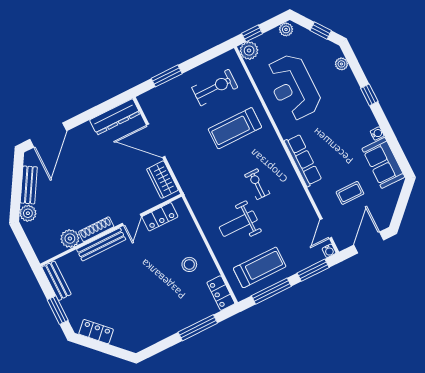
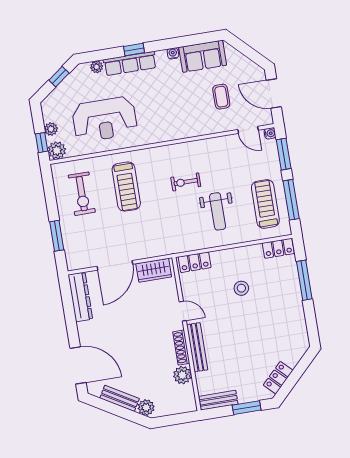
plant: (286, 29) -> (51, 129), moved
exercise bike: (215, 87) -> (82, 194), turned 180
row of seats: (303, 160) -> (130, 64), moved, turned 180
locker: (160, 217) -> (195, 262), moved, turned 90
stool: (189, 264) -> (241, 288), moved

